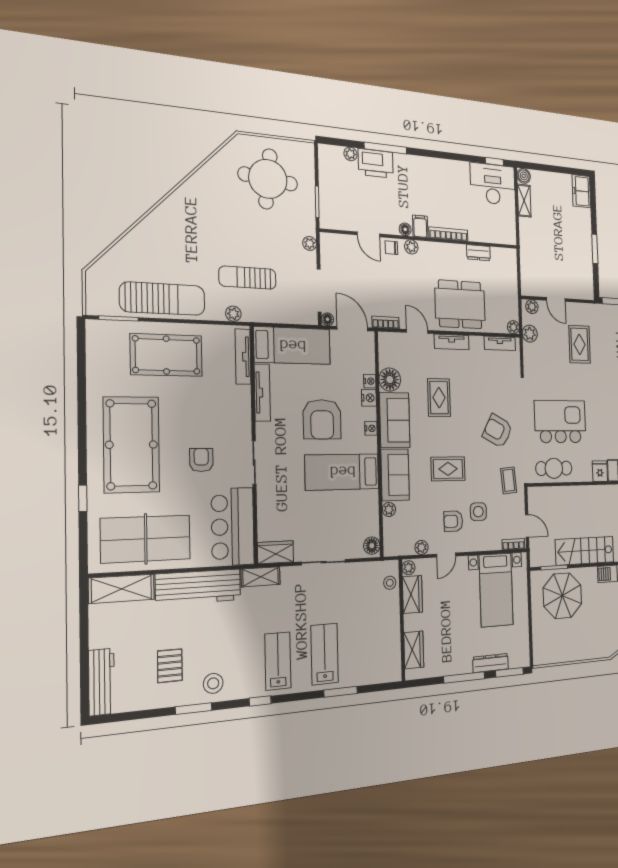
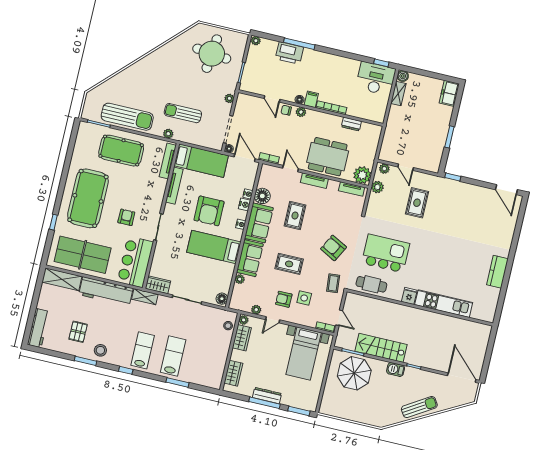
plant: (350, 154) -> (256, 41), moved
plant: (513, 327) -> (362, 175), width x1.87, depth x1.87
dresser: (491, 663) -> (267, 396), moved

